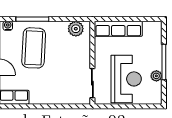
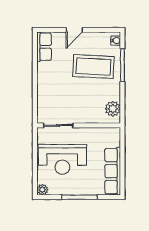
row of seats: (118, 29) -> (113, 171), moved
plant: (156, 76) -> (42, 190), moved

